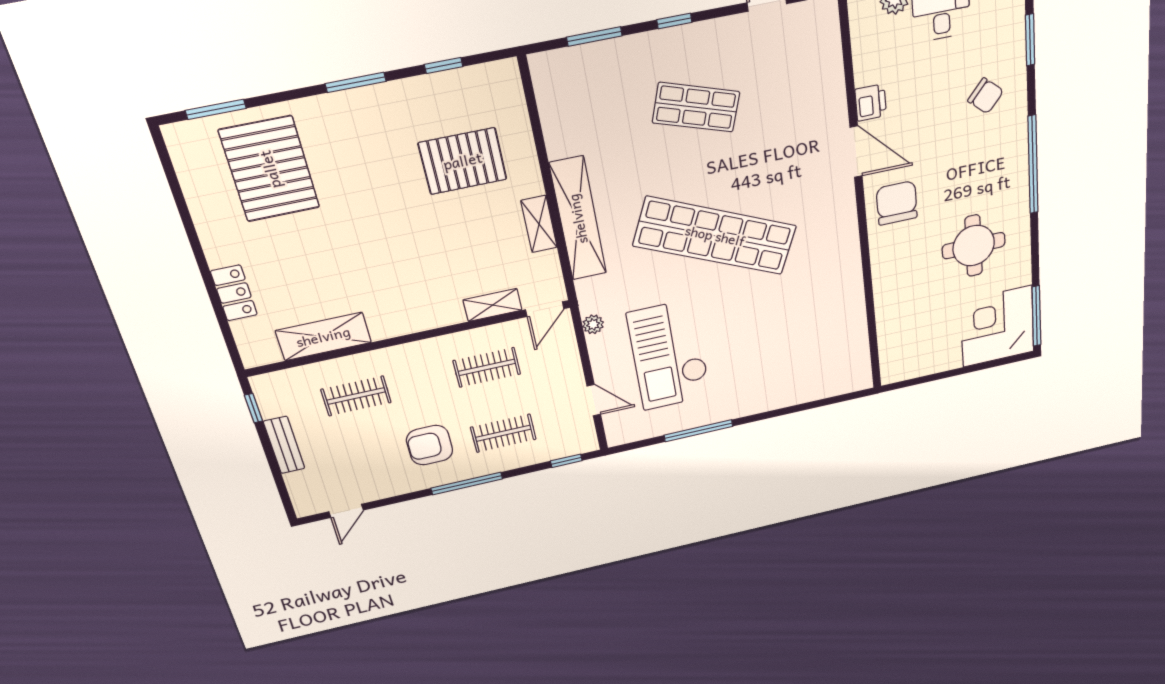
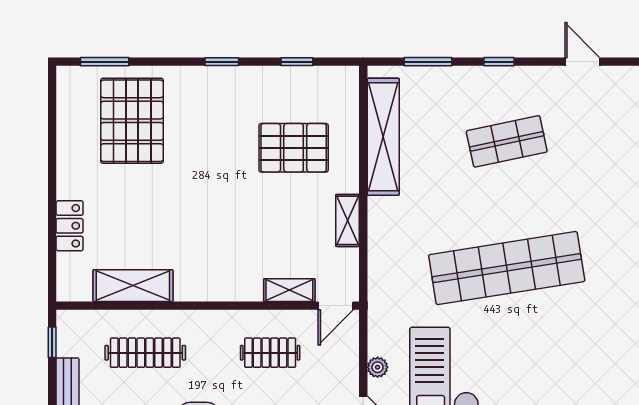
window: (356, 82) -> (222, 62), width x0.67
shop shelf: (696, 107) -> (507, 141), turned -30
shelving: (578, 219) -> (383, 137), moved
shop shelf: (715, 236) -> (507, 268), turned -33
plant: (593, 324) -> (378, 367), moved
clothes rail: (356, 396) -> (145, 353), width x1.36

